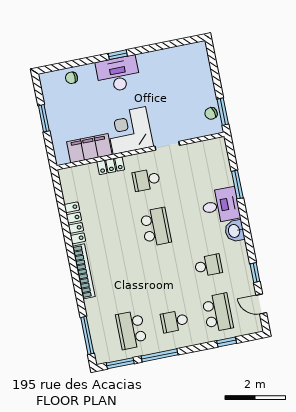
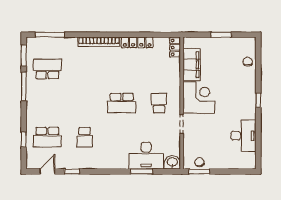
desk: (118, 74) -> (243, 136), moved
locker: (111, 166) -> (175, 47), moved
desk: (221, 205) -> (146, 156), moved, width x1.37
washbasin: (235, 231) -> (172, 162), moved
school desk: (174, 321) -> (47, 103), removed

